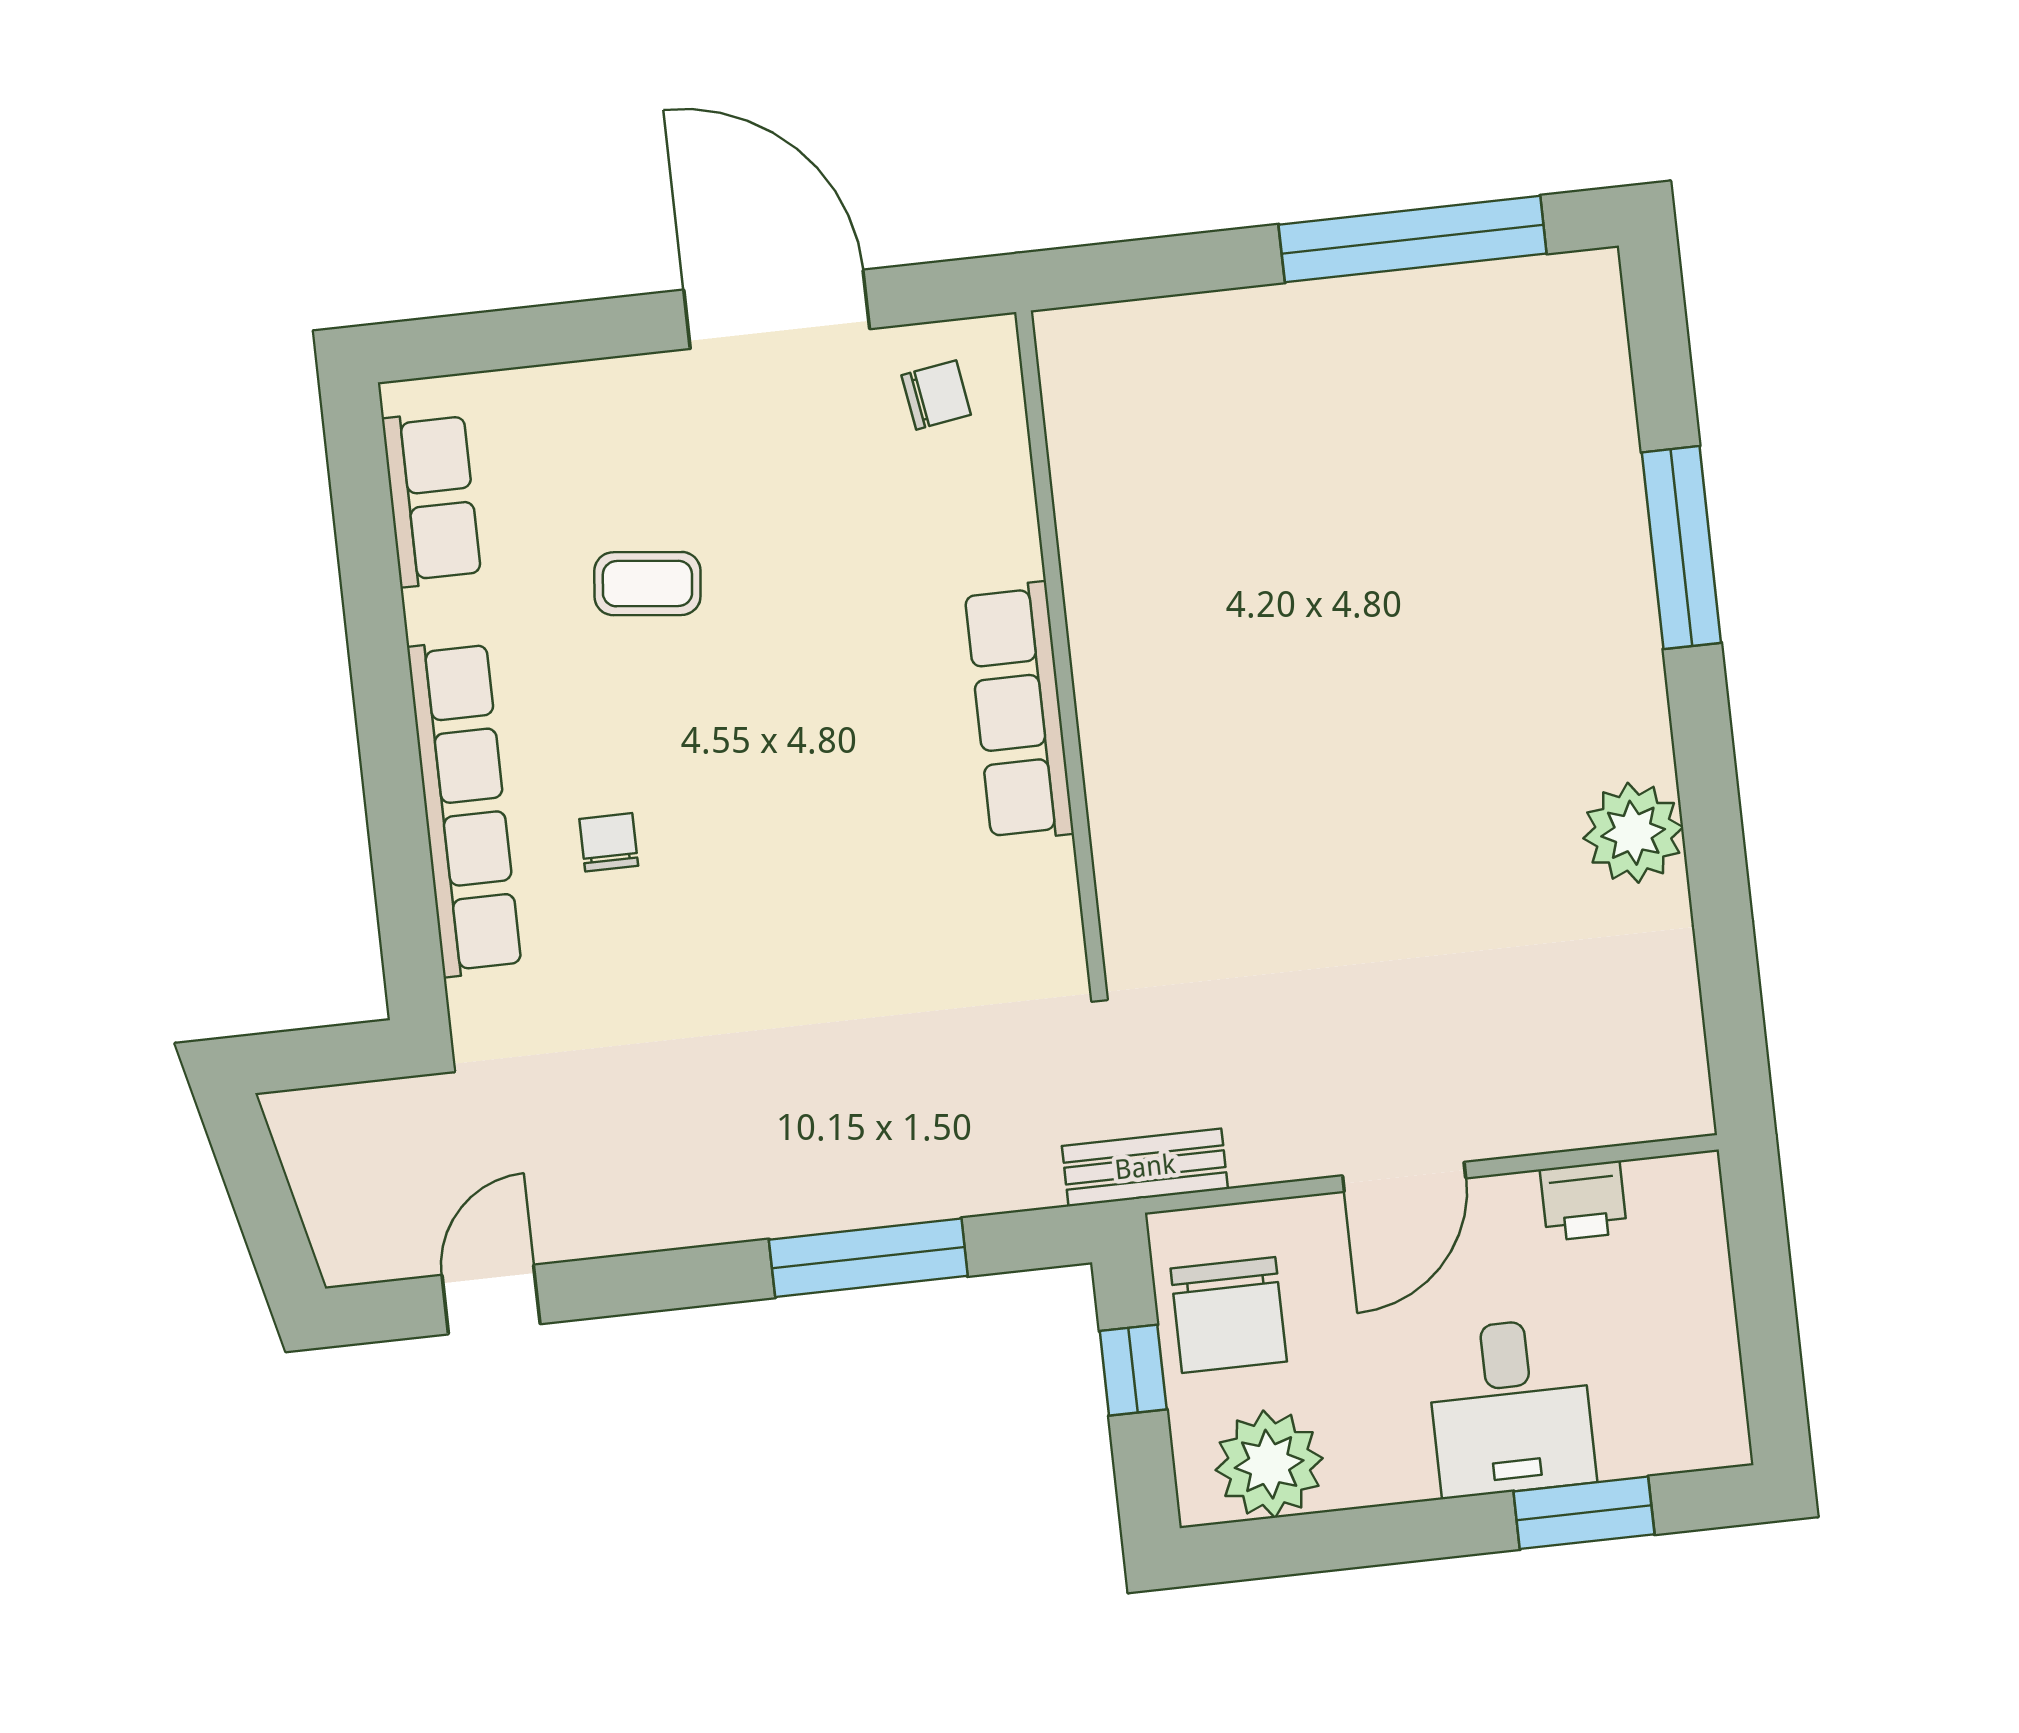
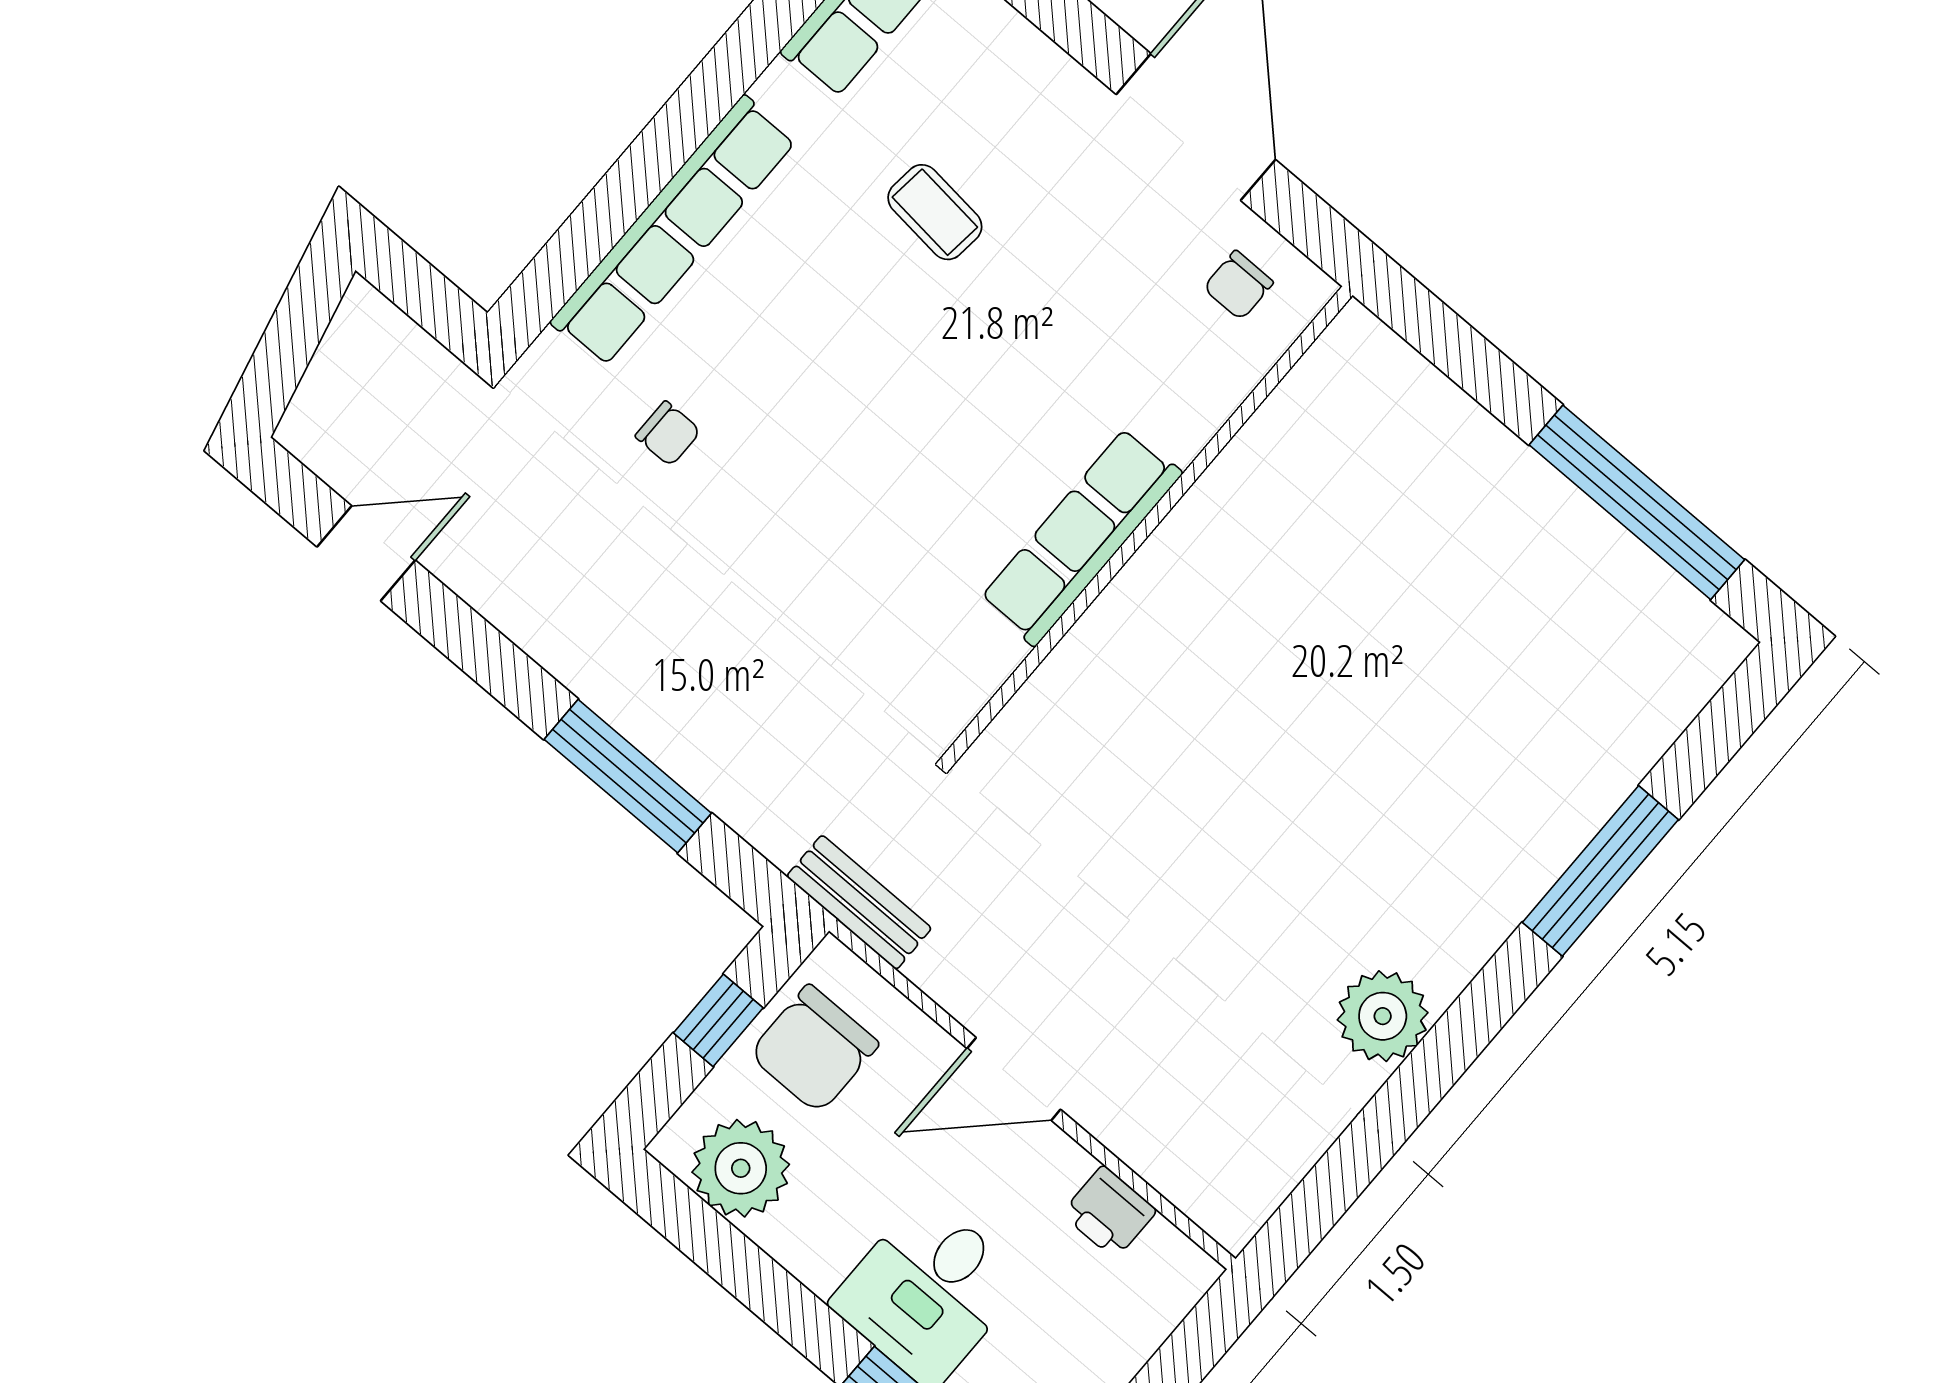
chair: (936, 395) -> (1238, 285), turned 99
chair: (609, 842) -> (668, 434), moved, turned 90

